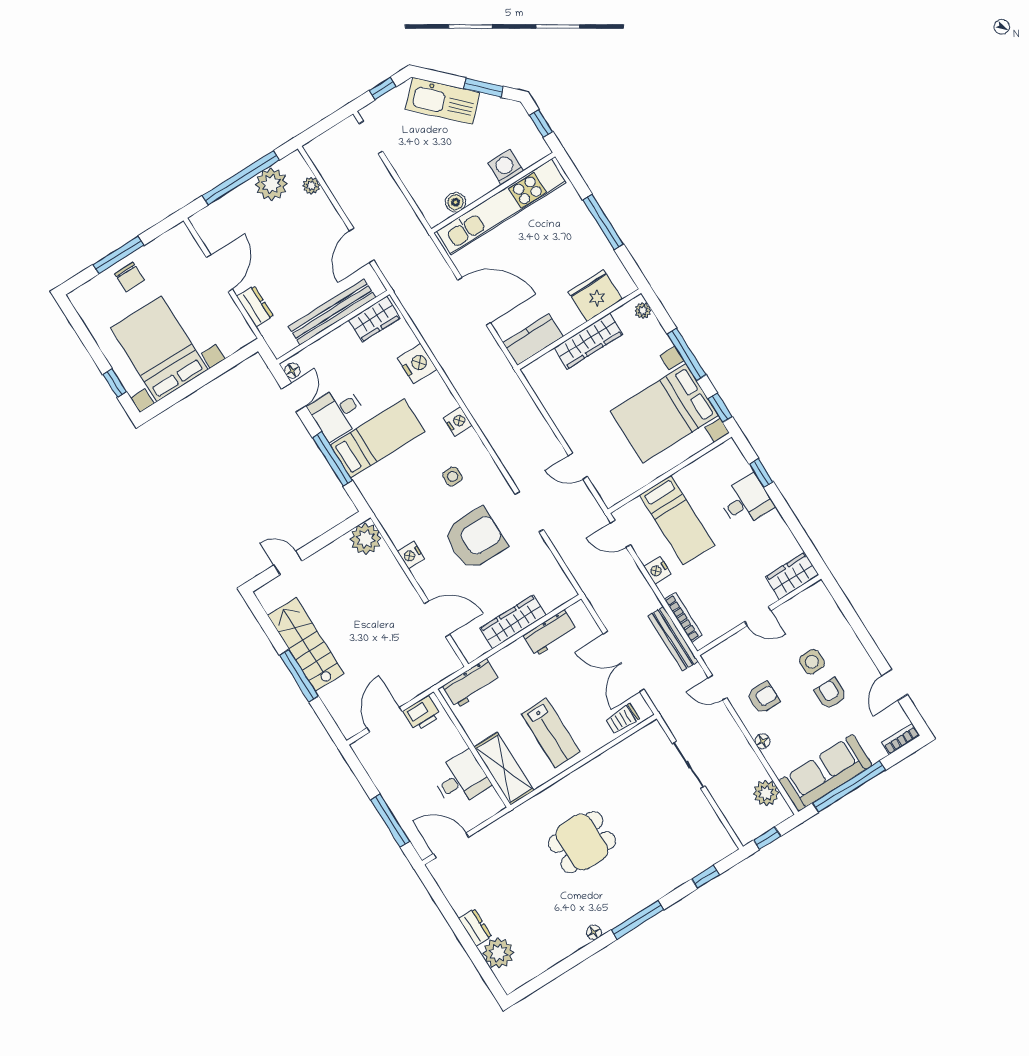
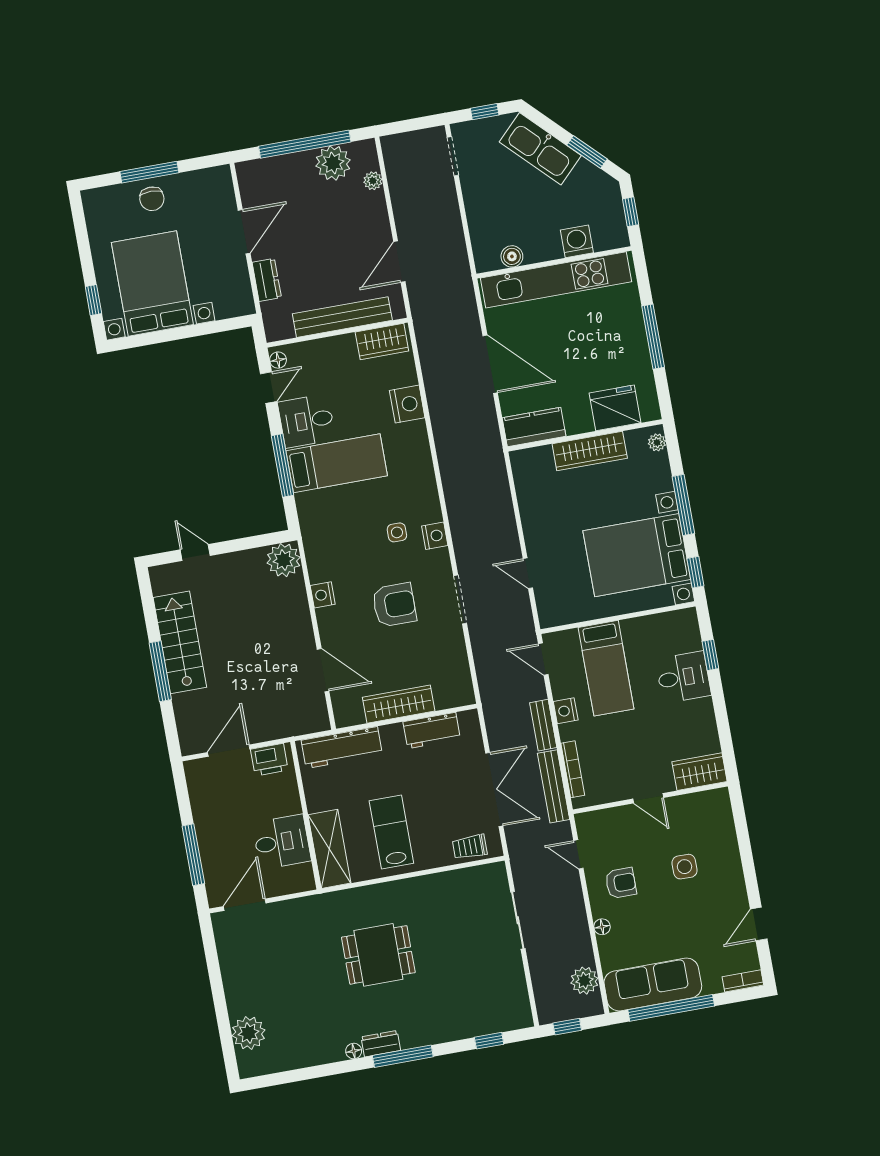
nightstand: (458, 421) -> (435, 536), moved
armchair: (475, 539) -> (394, 605), width x0.73, depth x0.73
bench: (643, 590) -> (543, 725), added
double door: (624, 662) -> (494, 789), swing flipped
workbench: (471, 683) -> (342, 748), width x1.38
armchair: (831, 694) -> (690, 907), removed
lab bench: (551, 733) -> (391, 832), turned 180
door: (451, 845) -> (245, 905), hinge flipped
dresser: (475, 927) -> (381, 1044), moved, turned -90

